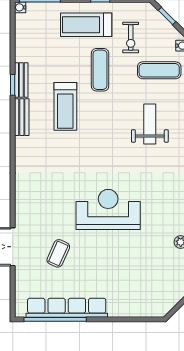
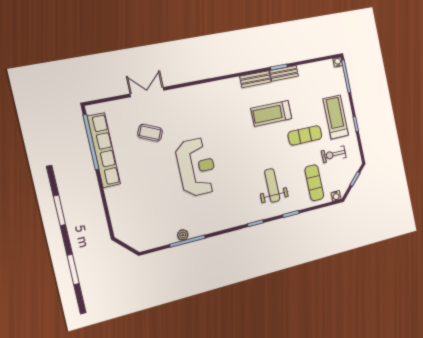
weight bench: (150, 124) -> (272, 185), turned -90

